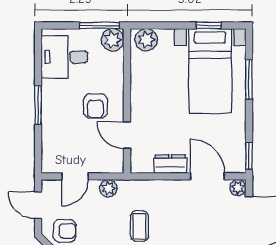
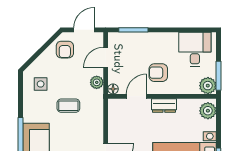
window: (38, 105) -> (133, 30), moved
dresser: (170, 164) -> (164, 106), moved, turned 90
floor lamp: (117, 166) -> (113, 89), added
door: (75, 176) -> (106, 57), hinge flipped

